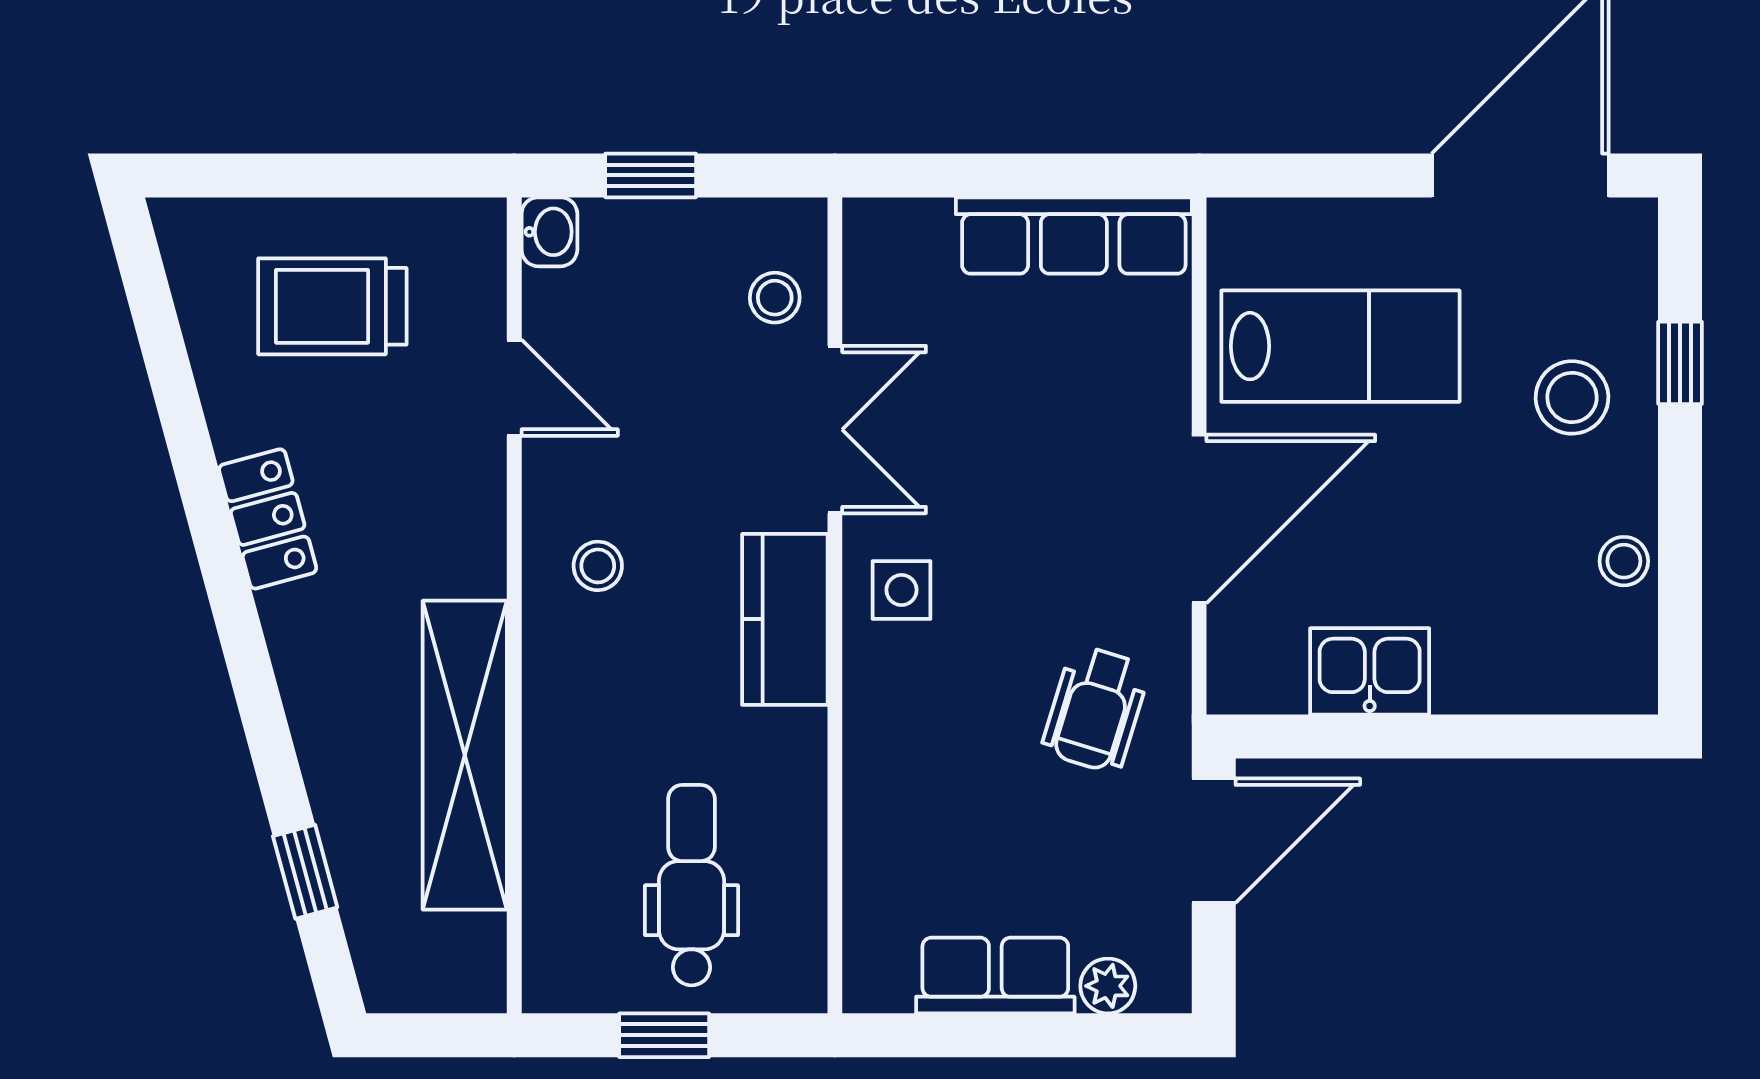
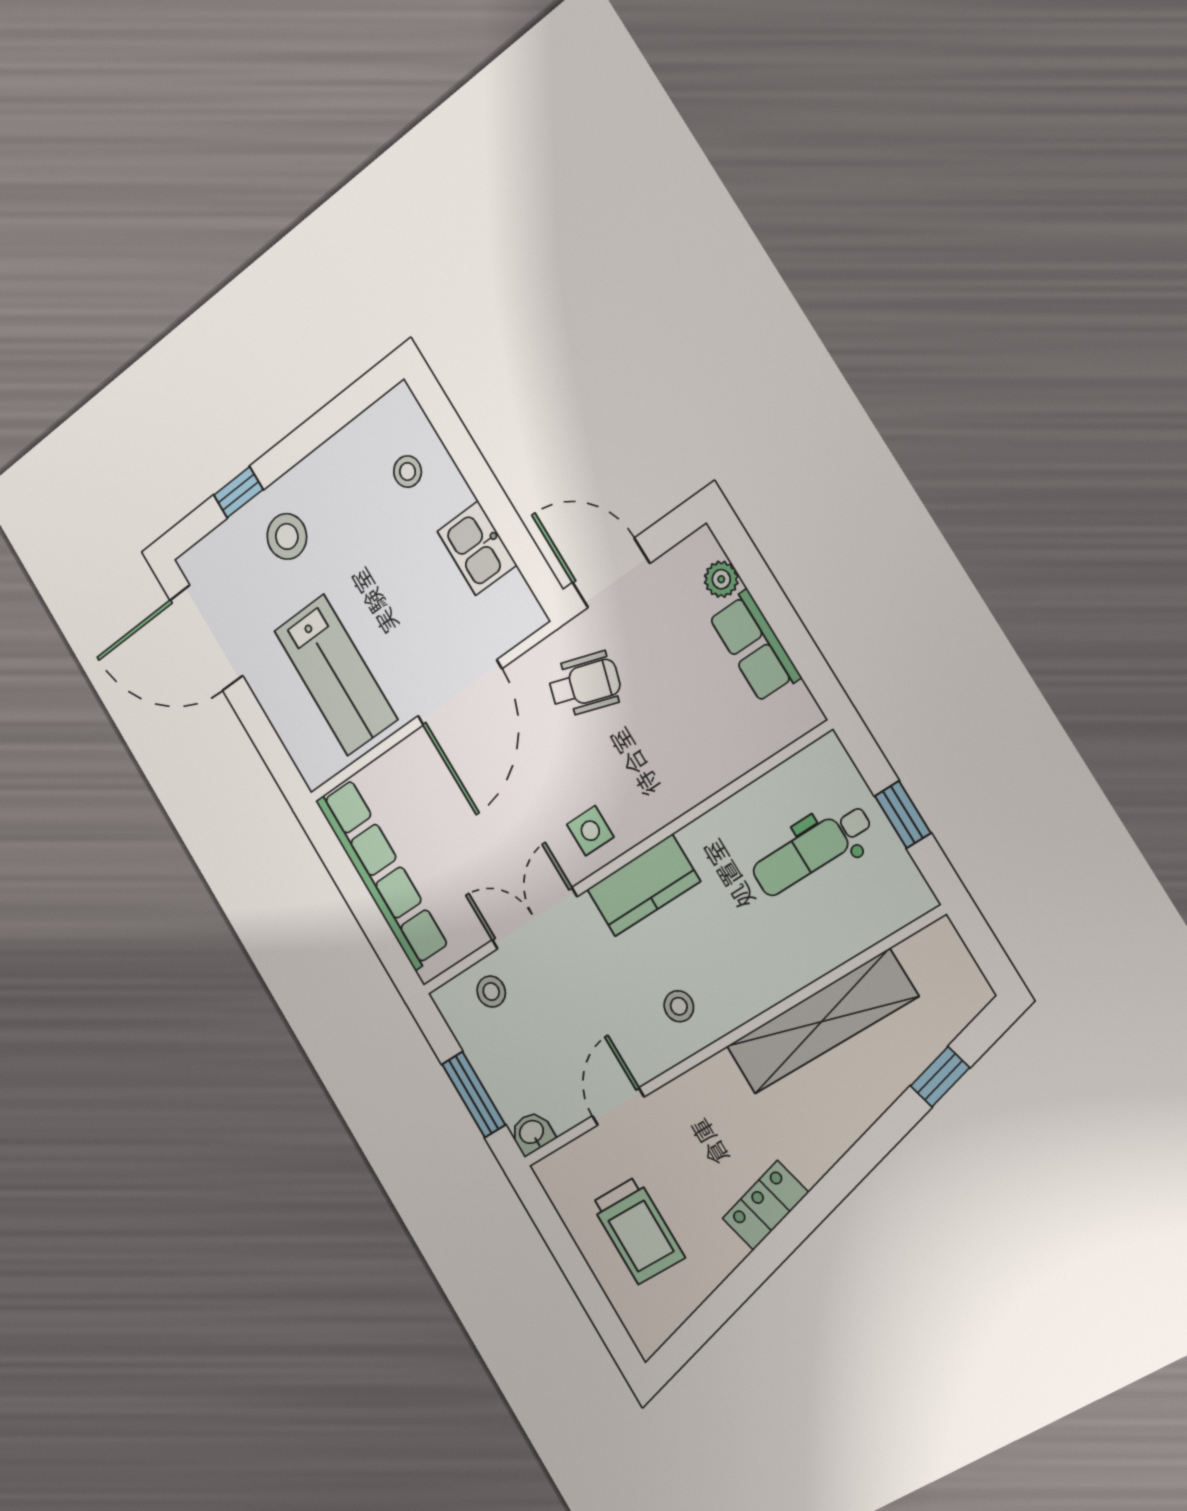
window: (651, 175) -> (474, 1095), width x1.50
row of seats: (1074, 236) -> (382, 874), width x1.36
lab bench: (1340, 346) -> (336, 675), turned 180
door: (1199, 519) -> (460, 693), swing flipped
stool: (1624, 561) -> (407, 472), moved

